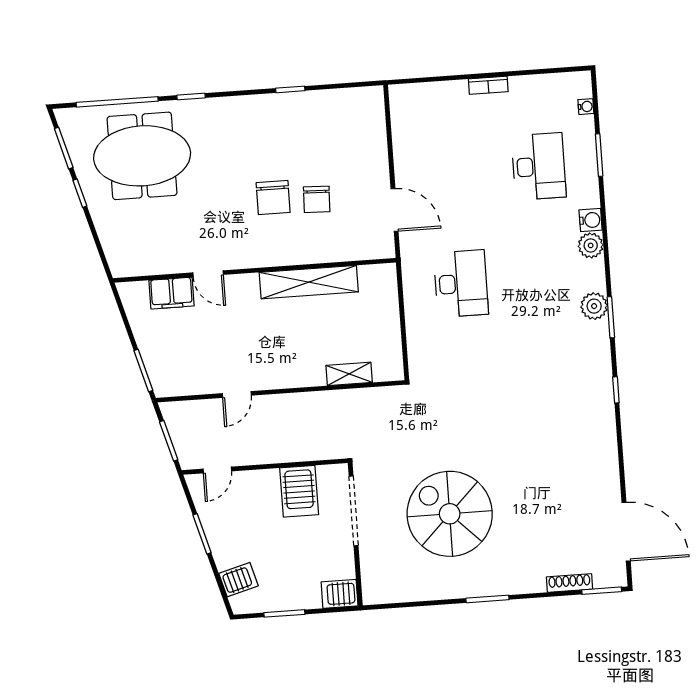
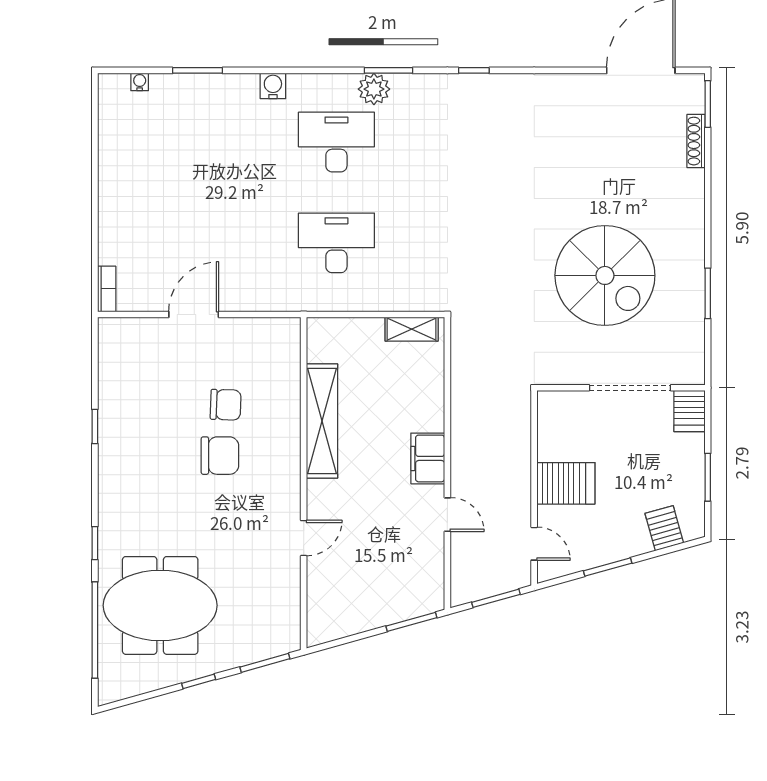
bookcase: (488, 85) -> (107, 289), moved
window: (64, 148) -> (265, 663), moved
meeting table: (142, 156) -> (160, 605), turned 90
desk: (539, 166) -> (336, 142), moved
door: (395, 210) -> (194, 315), moved
plant: (591, 245) -> (303, 88), removed
filing cabinet: (172, 293) -> (428, 458), moved, turned 180
shelving: (349, 374) -> (412, 329), moved, turned 90
server rack: (299, 491) -> (566, 483), moved
doorway: (354, 511) -> (630, 388), moved
spiral stairs: (450, 514) -> (605, 275), turned -90
window: (487, 599) -> (708, 293), moved

